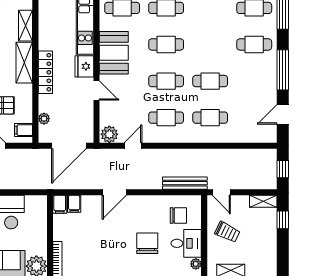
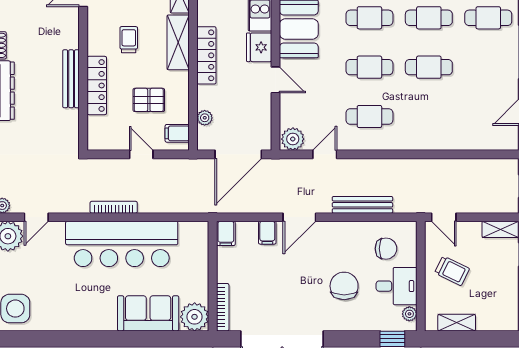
cafe table: (210, 118) -> (429, 18), moved
bench: (185, 183) -> (362, 205), moved
filing cabinet: (74, 204) -> (267, 233), moved

